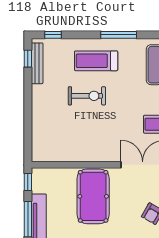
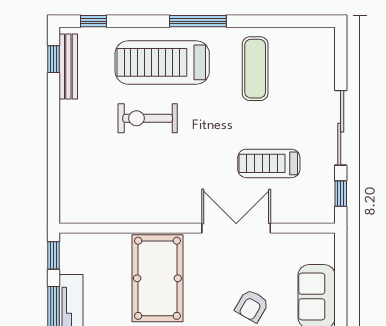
treadmill: (96, 61) -> (162, 62), width x1.37, depth x1.37
exercise bike: (87, 96) -> (148, 118), turned 180

